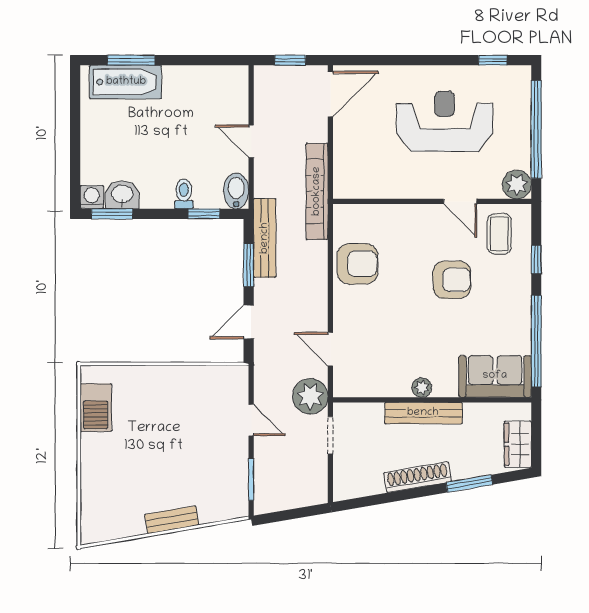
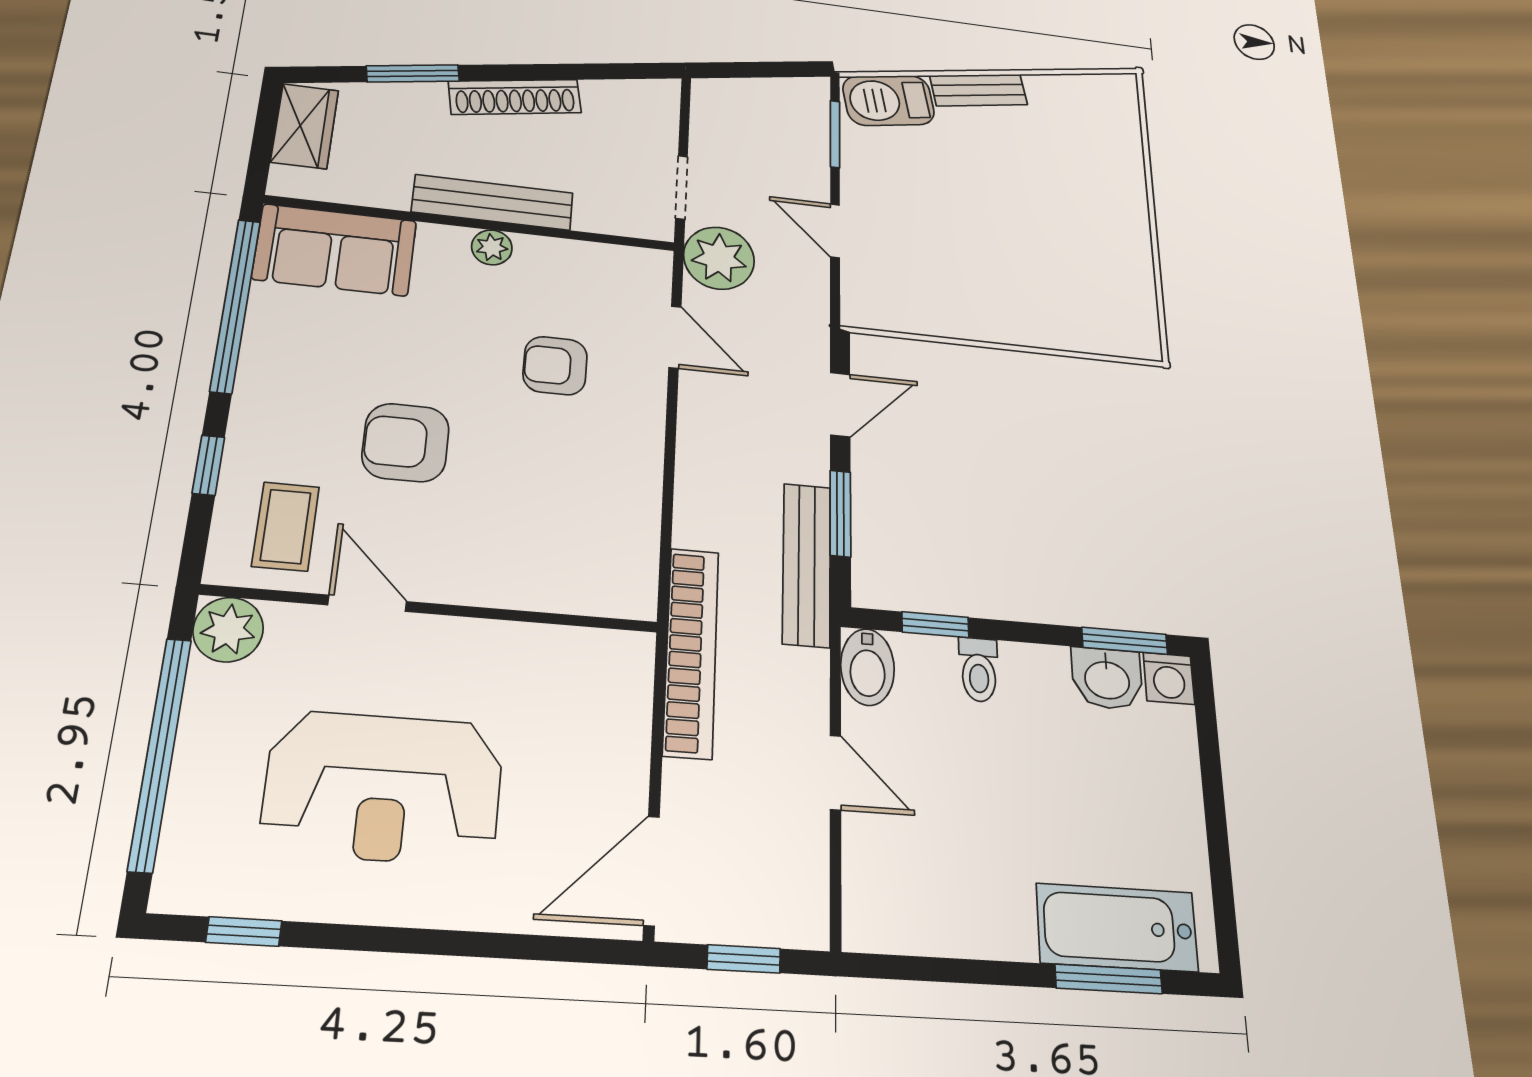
armchair: (357, 264) -> (555, 366), moved, width x0.72, depth x0.72
barbecue: (96, 408) -> (889, 100), moved, turned -100

